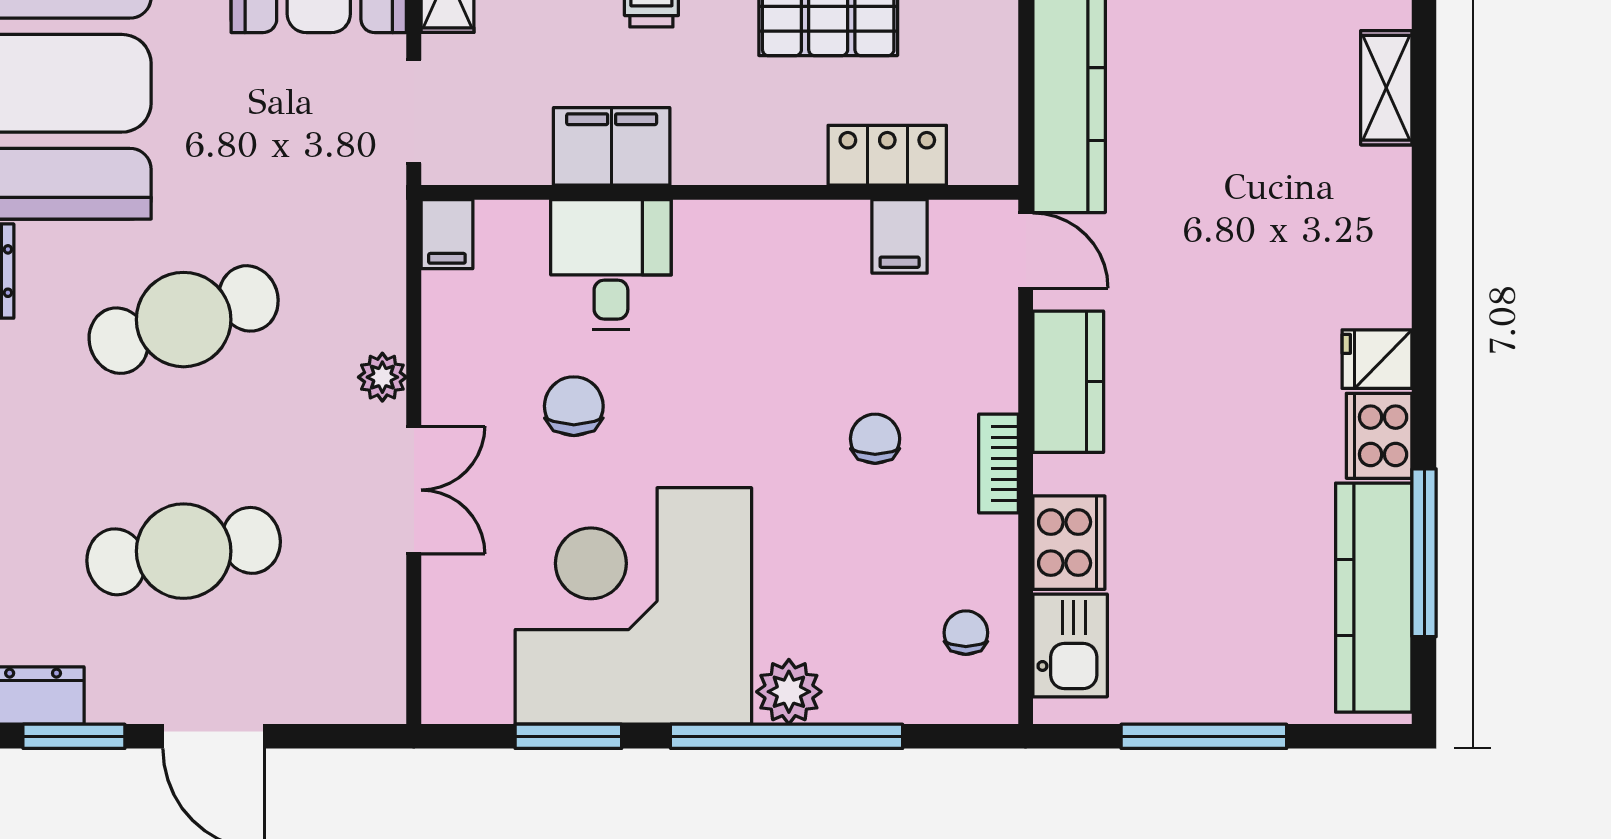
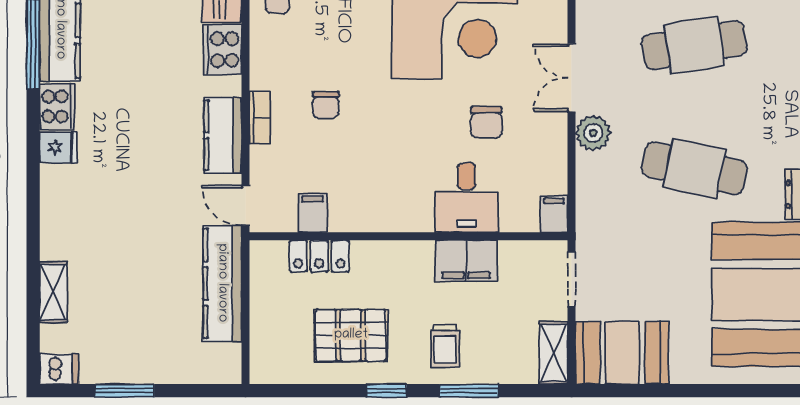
cafe table: (184, 320) -> (694, 168), turned 30
plant: (382, 377) -> (593, 133), width x1.38, depth x1.38
bookcase: (999, 464) -> (260, 118), moved

